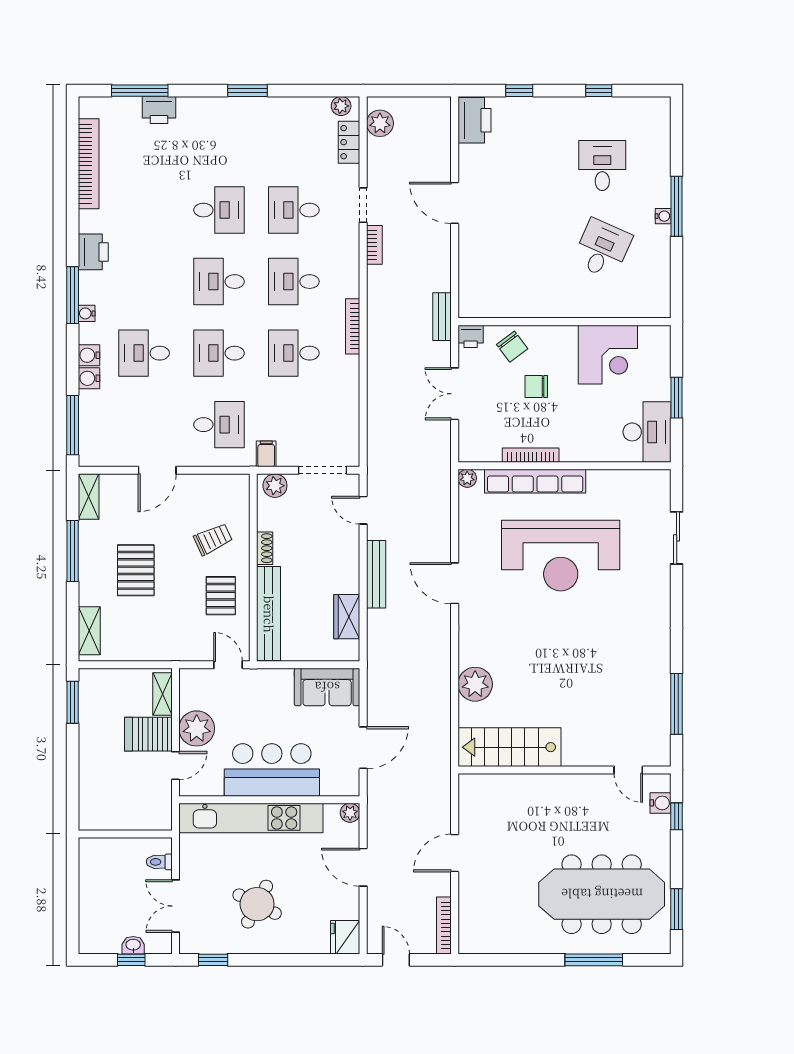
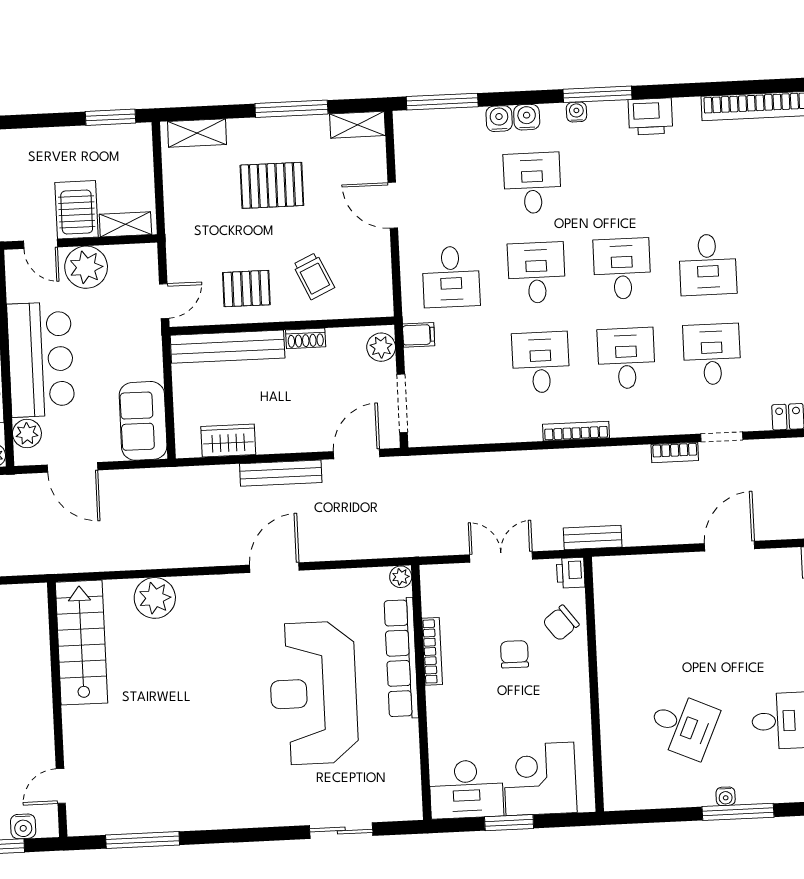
corner desk: (608, 355) -> (540, 779), moved, turned 90
door: (363, 510) -> (357, 454), width x1.38
plant: (333, 784) -> (27, 434), added

